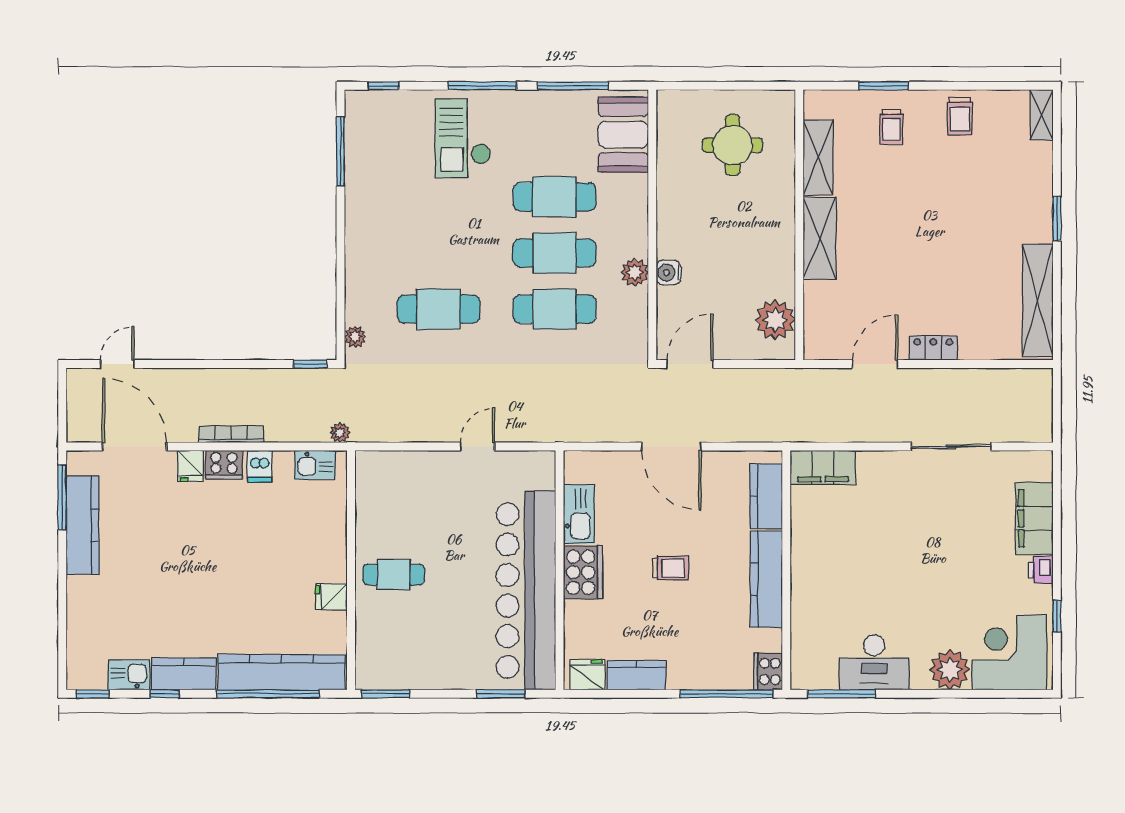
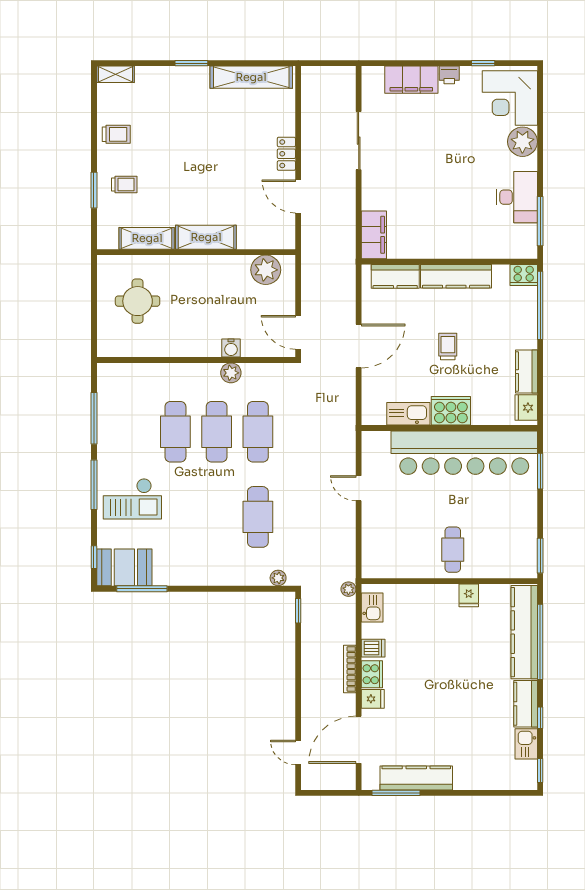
booth: (623, 135) -> (124, 567), moved

